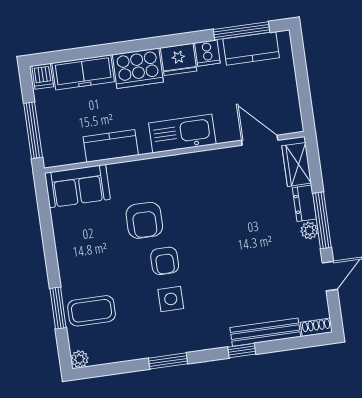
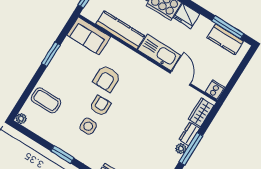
cooker: (207, 53) -> (215, 90), moved, turned 180
door: (260, 140) -> (180, 78), moved
kitchen counter: (111, 146) -> (120, 30), width x1.50
armchair: (165, 261) -> (100, 106), turned 180
window: (58, 308) -> (51, 54), moved

